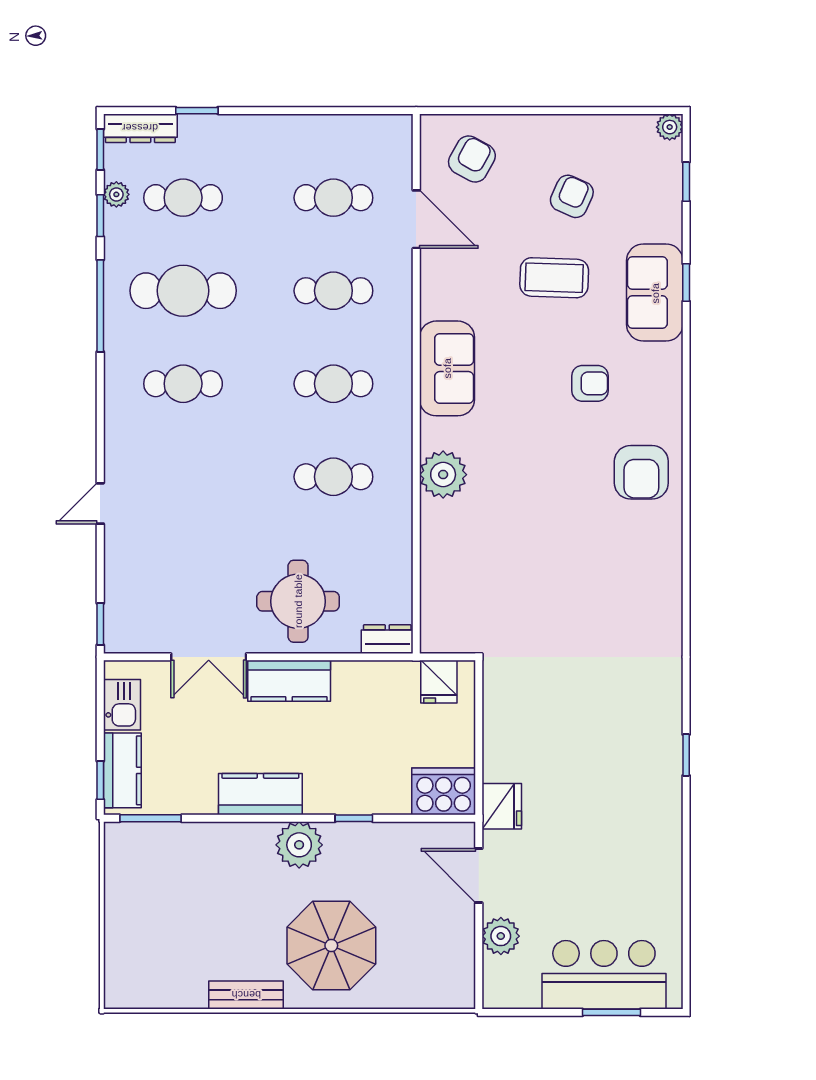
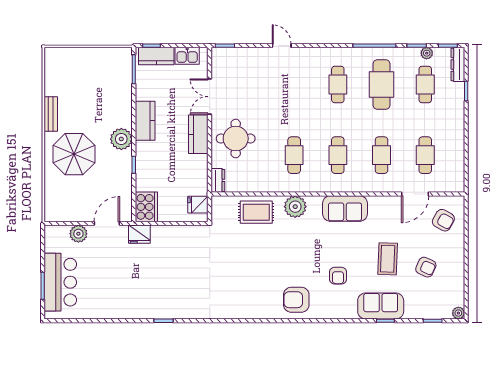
rug: (455, 557) -> (256, 212), added

